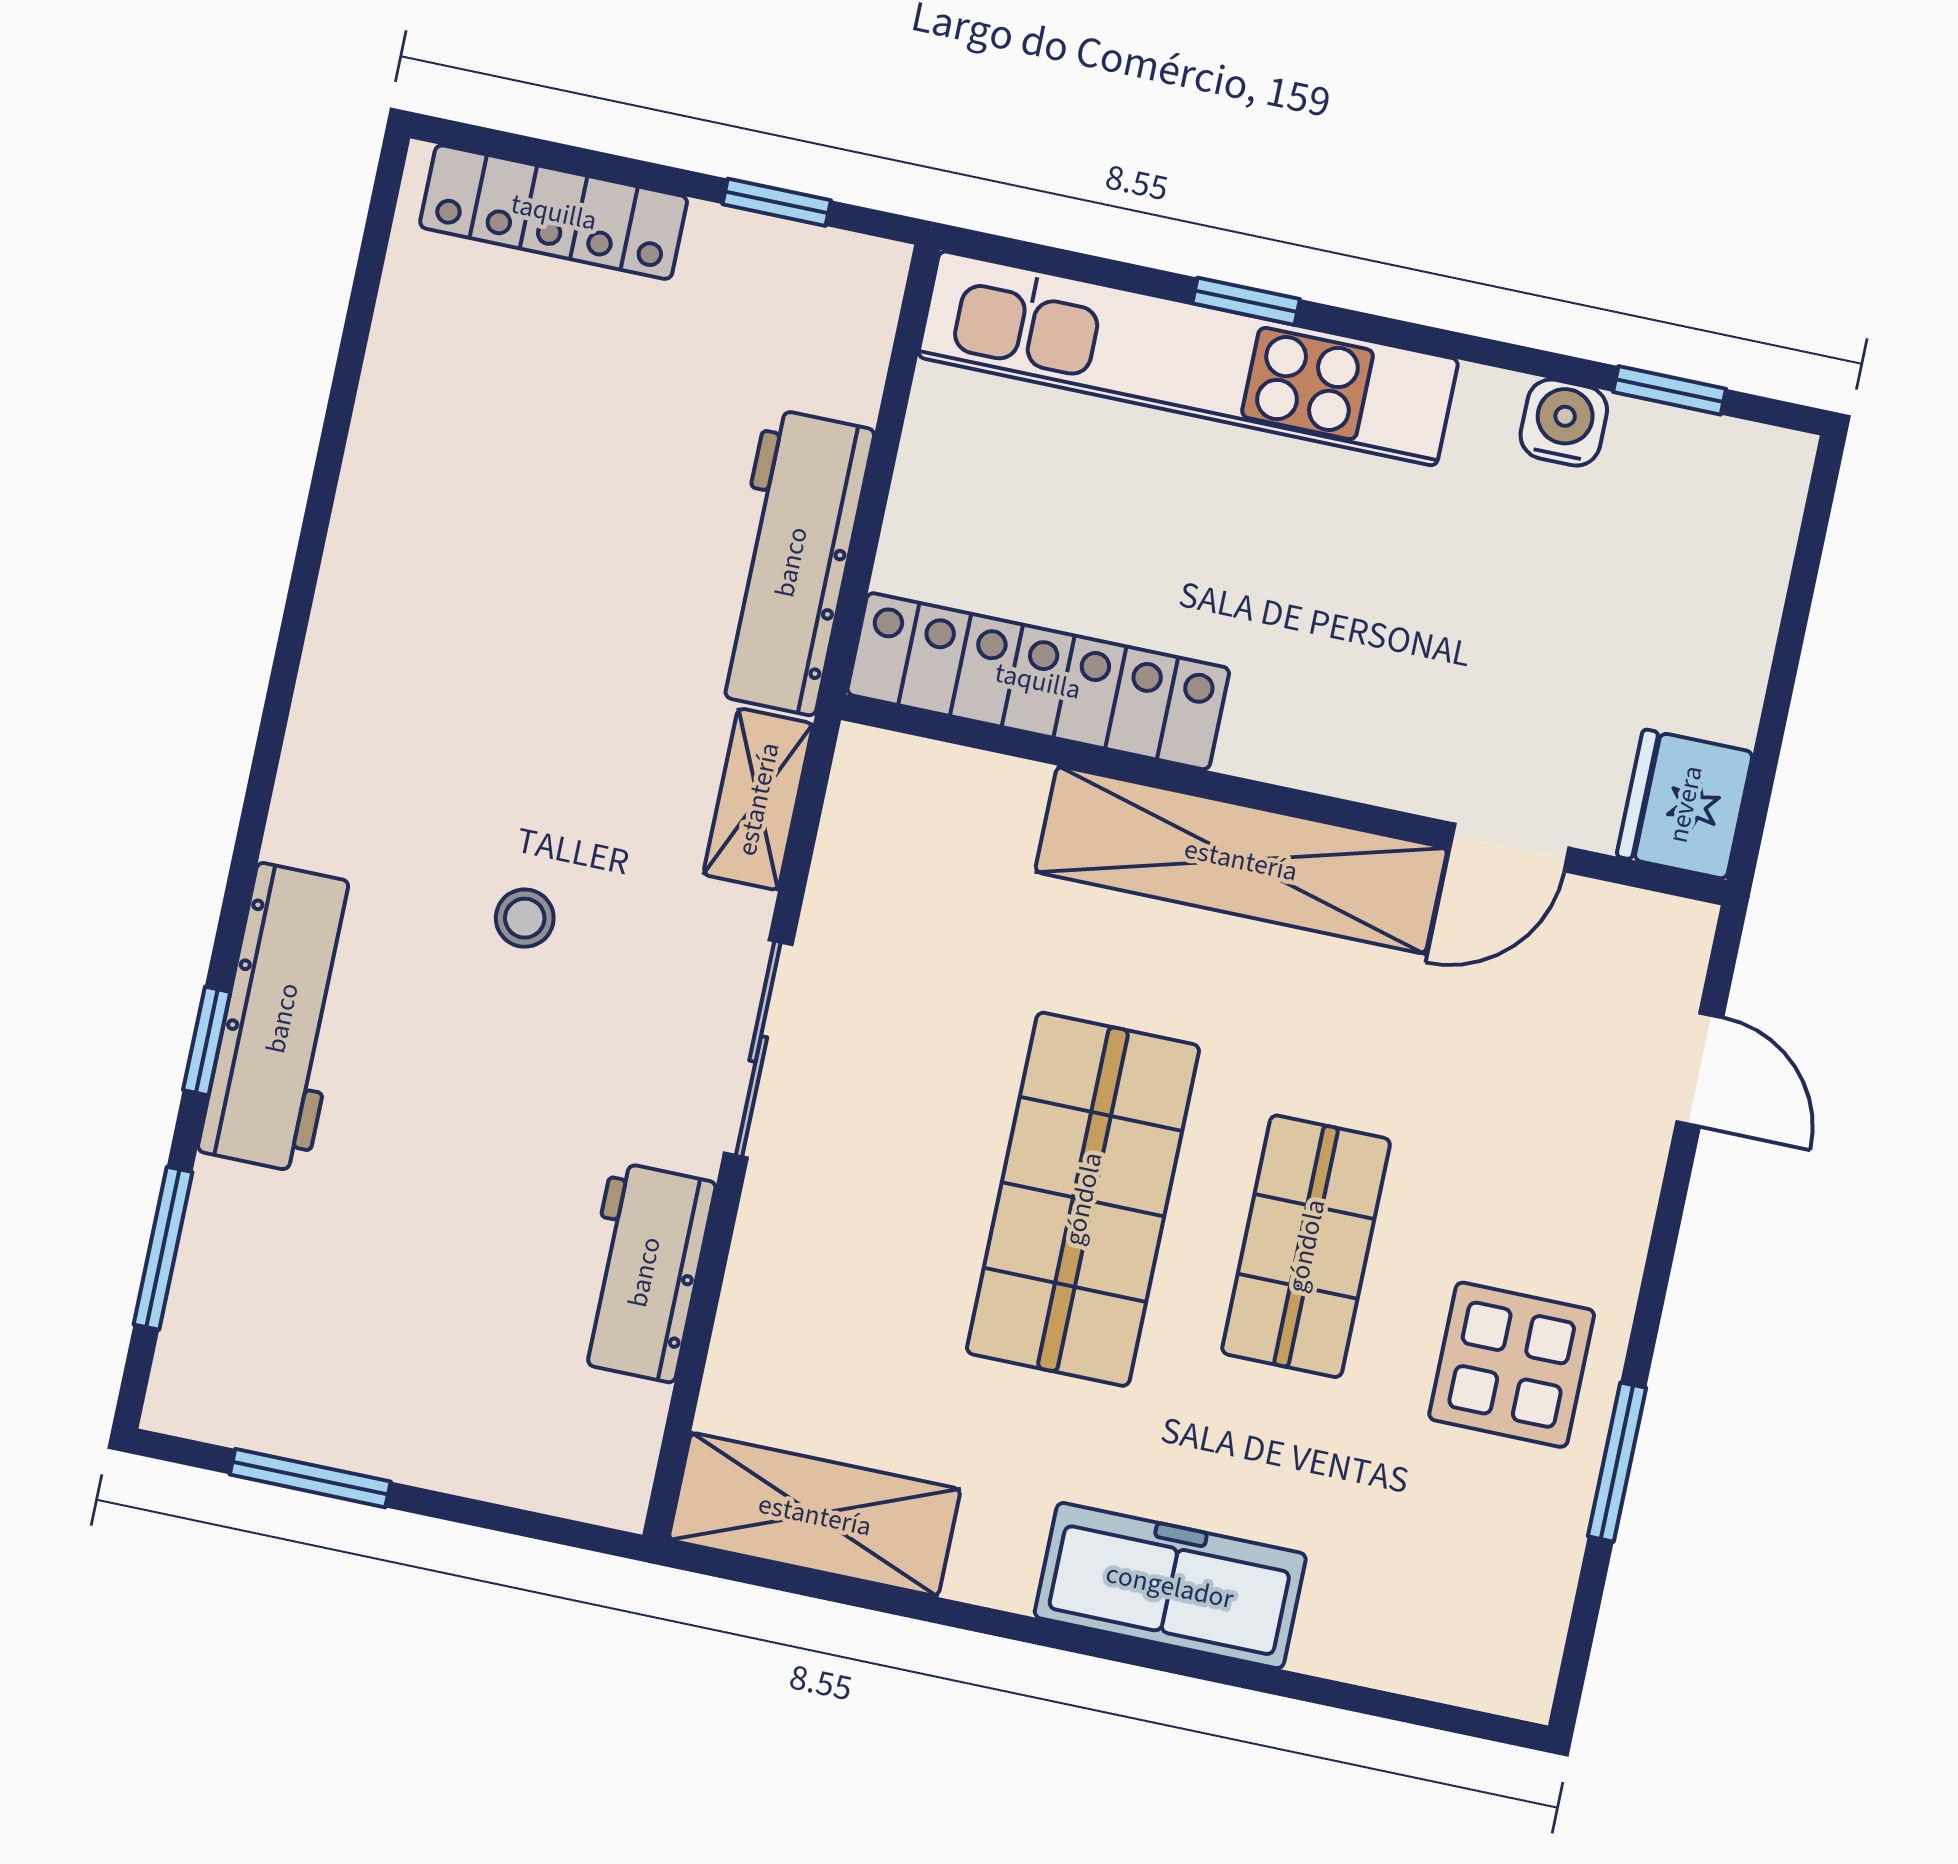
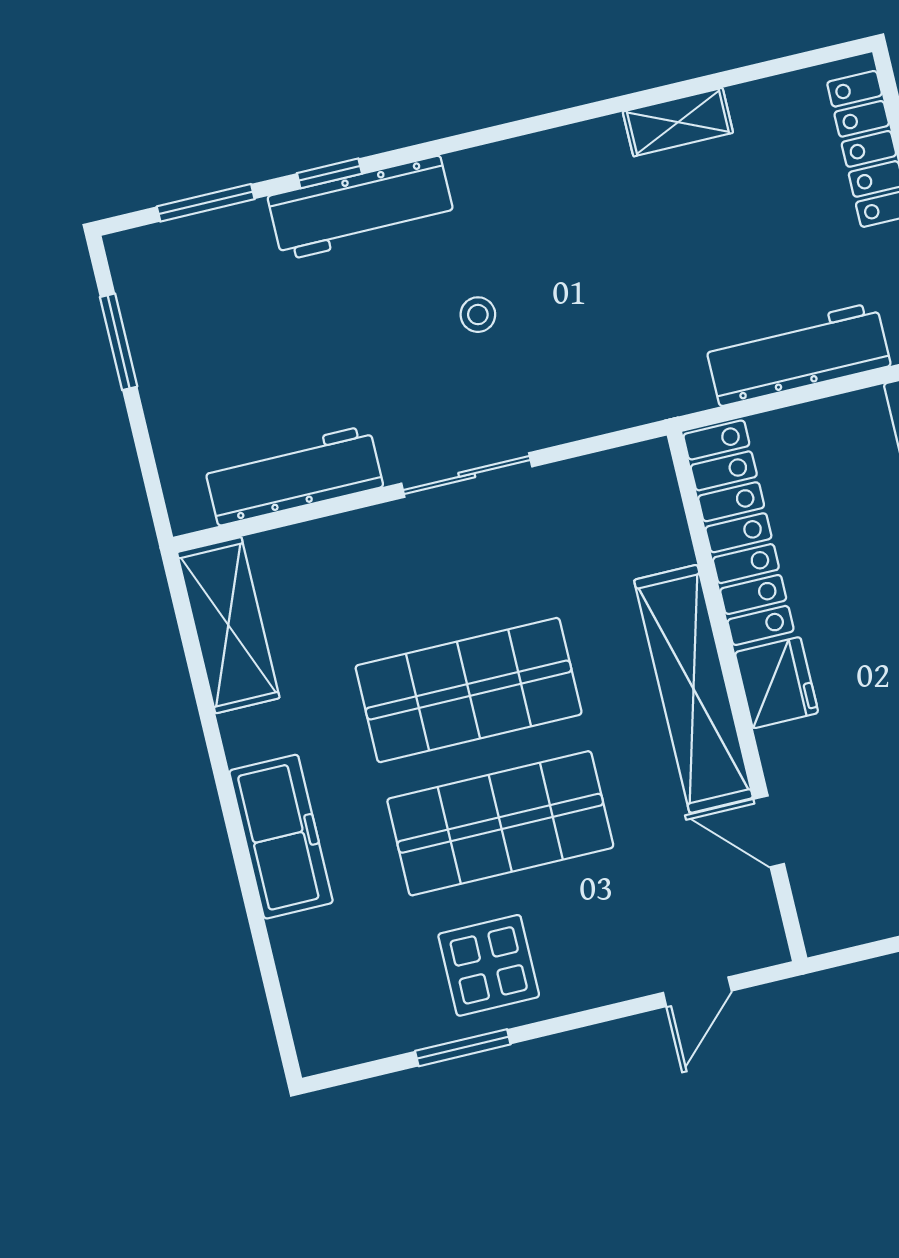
workbench: (791, 562) -> (798, 354), moved
shelving: (758, 799) -> (678, 122), moved
fridge: (1685, 804) -> (777, 683), moved, turned 90
shop shelf: (1306, 1246) -> (500, 823), width x1.43, depth x1.36
workbench: (644, 1272) -> (294, 475), width x1.38

